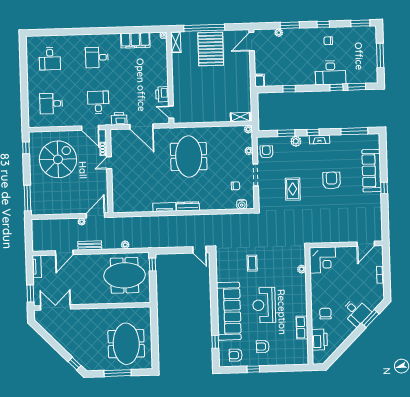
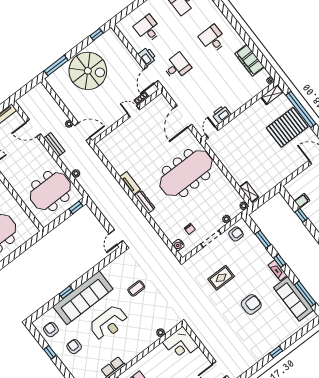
filing cabinet: (260, 80) -> (302, 201), moved
printer: (119, 119) -> (147, 57), moved
plant: (296, 141) -> (262, 252), removed
meeting table: (189, 156) -> (186, 173), width x1.36
spiral stairs: (58, 159) -> (88, 71), moved
sofa: (372, 171) -> (294, 299), moved, turned -90
meeting table: (125, 275) -> (50, 191), turned 90
reception desk: (264, 305) -> (109, 323), turned 180
window: (215, 342) -> (66, 292), moved

